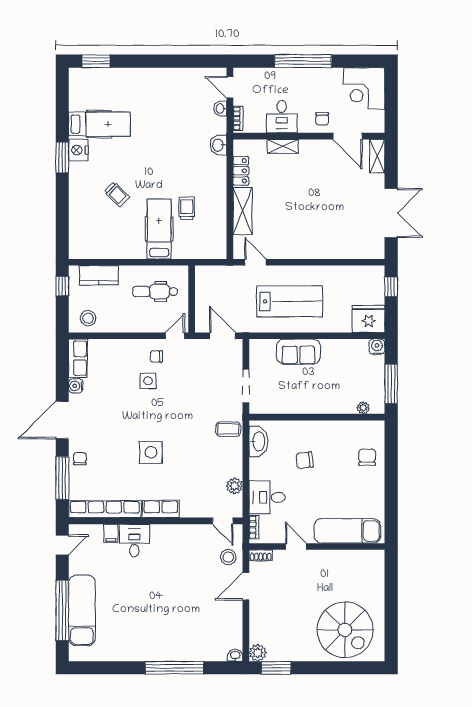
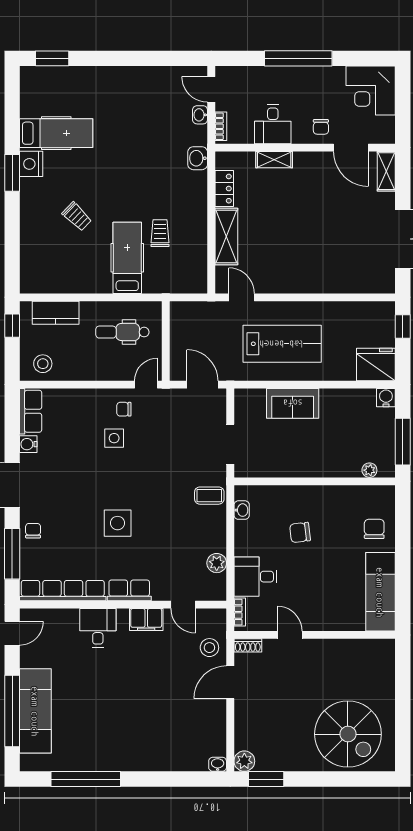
washbasin: (258, 441) -> (242, 510), width x0.52, depth x0.69
door: (223, 521) -> (183, 605), moved
exam couch: (347, 531) -> (380, 592), moved, turned -90
filing cabinet: (111, 533) -> (146, 619), moved, width x2.00
window: (174, 668) -> (86, 779), moved

